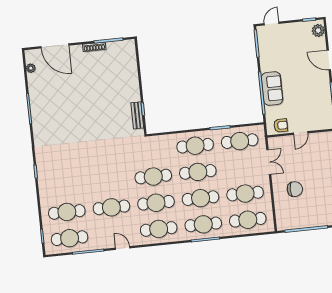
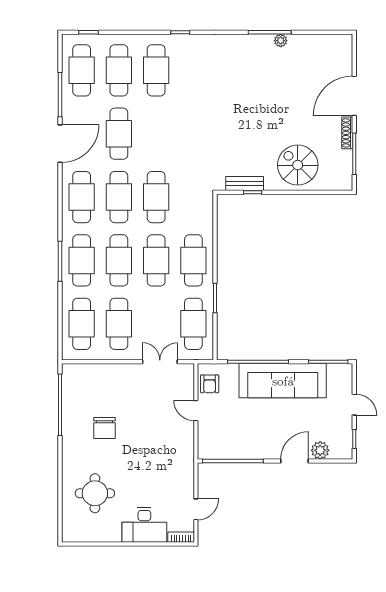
door: (272, 24) -> (354, 405), moved
plant: (318, 30) -> (320, 450), moved
door: (55, 46) -> (354, 96), moved
plant: (31, 68) -> (281, 41), moved
spiral stairs: (120, 79) -> (298, 165), added
sofa: (272, 89) -> (283, 381), width x1.85, depth x1.27
double door: (269, 162) -> (160, 362), swing flipped
cafe table: (64, 186) -> (156, 70), added
chair: (295, 189) -> (104, 428), moved
door: (123, 248) -> (60, 144), width x1.87

